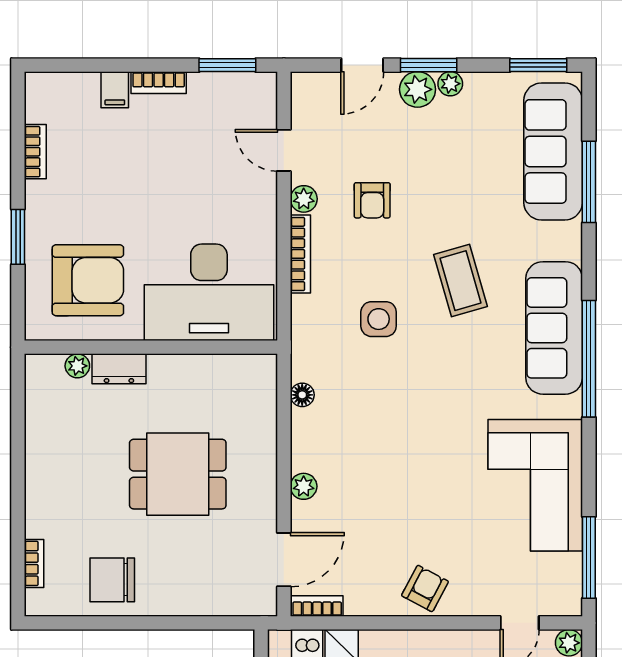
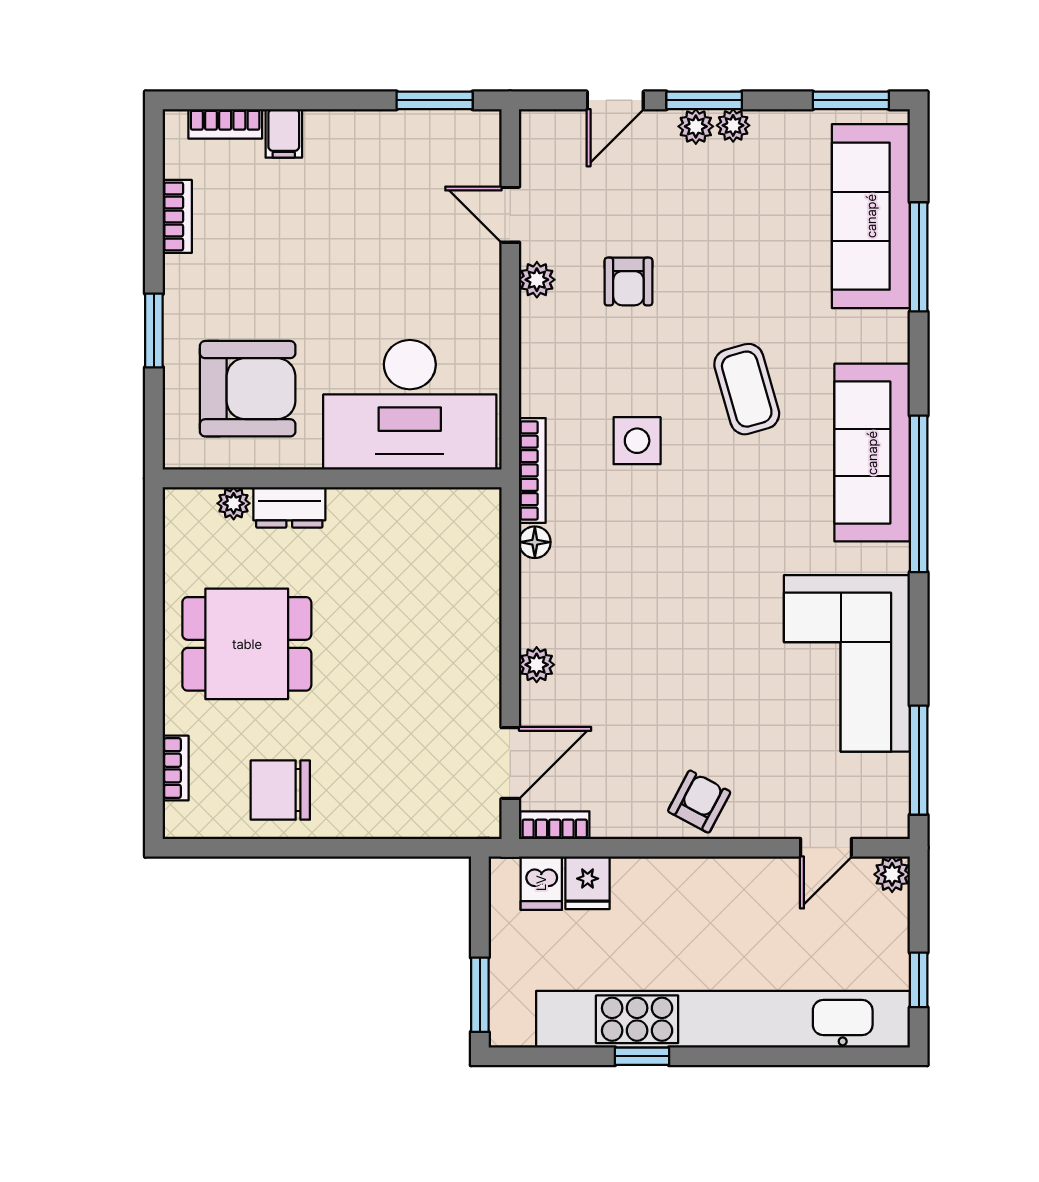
bookcase: (159, 83) -> (225, 124), moved
plant: (418, 89) -> (696, 126), width x0.73, depth x0.73
bookcase: (300, 254) -> (532, 470), moved
dining table: (178, 474) -> (247, 644), moved

